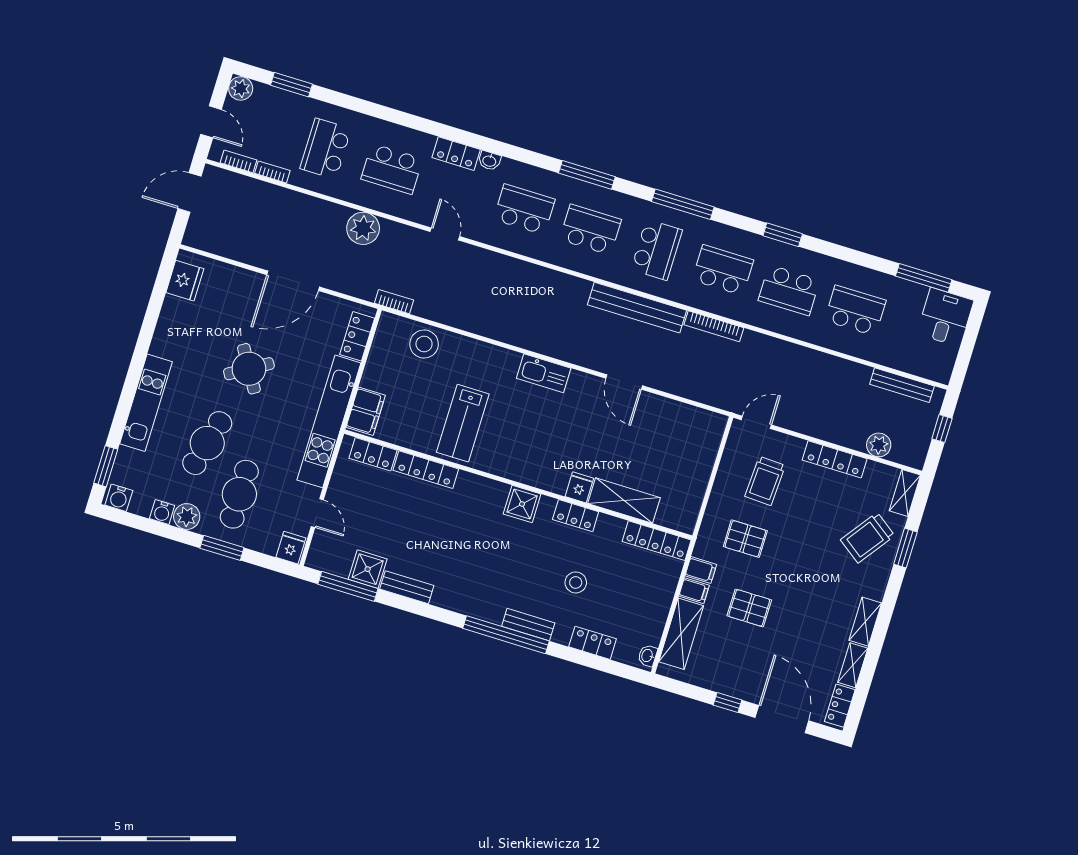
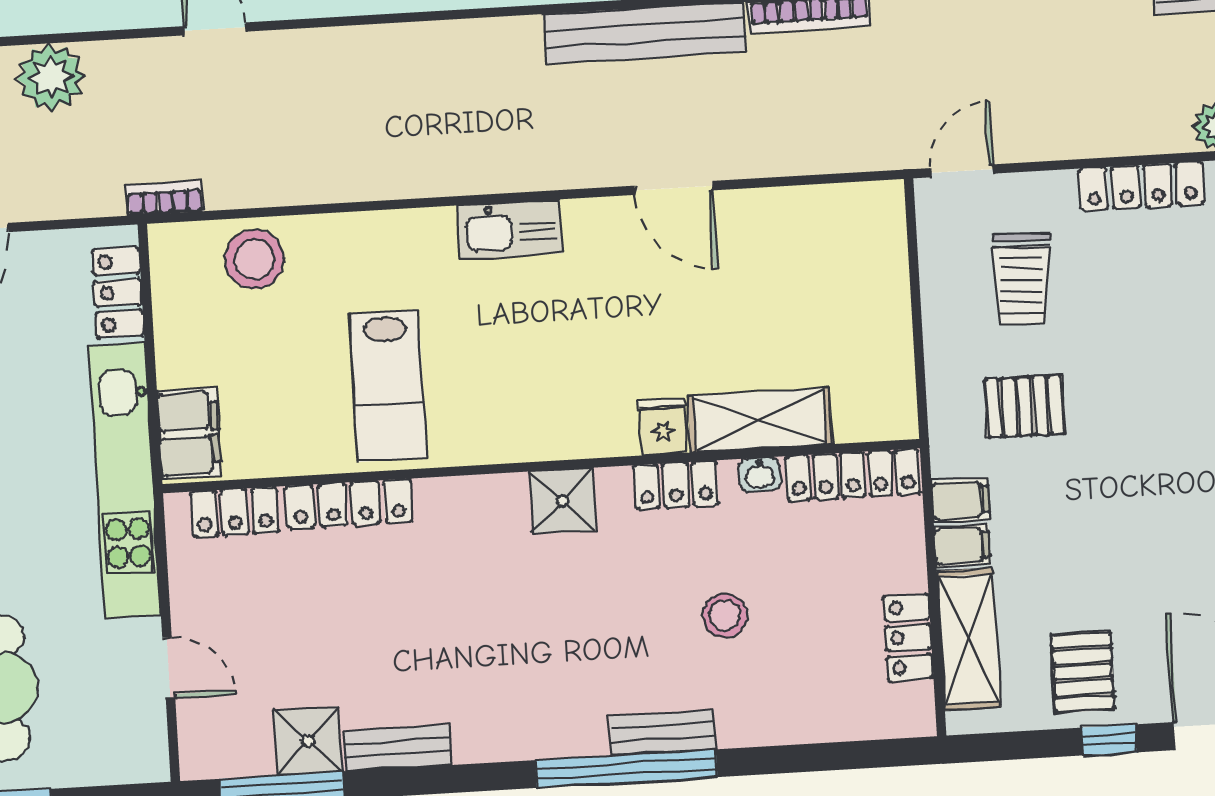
fridge: (291, 548) -> (142, 755), removed
pallet: (749, 608) -> (1083, 672), moved, turned 90
locker: (593, 643) -> (908, 638), moved, turned -90
washbasin: (647, 656) -> (760, 475), moved, turned -90

